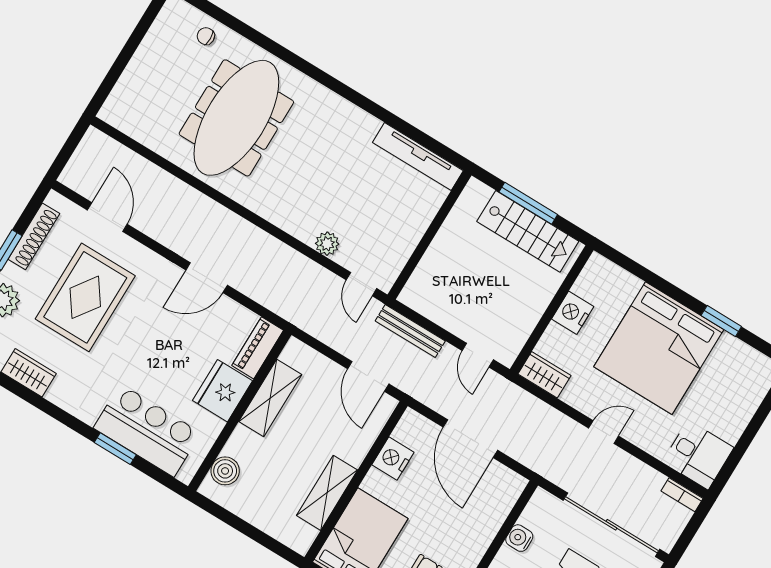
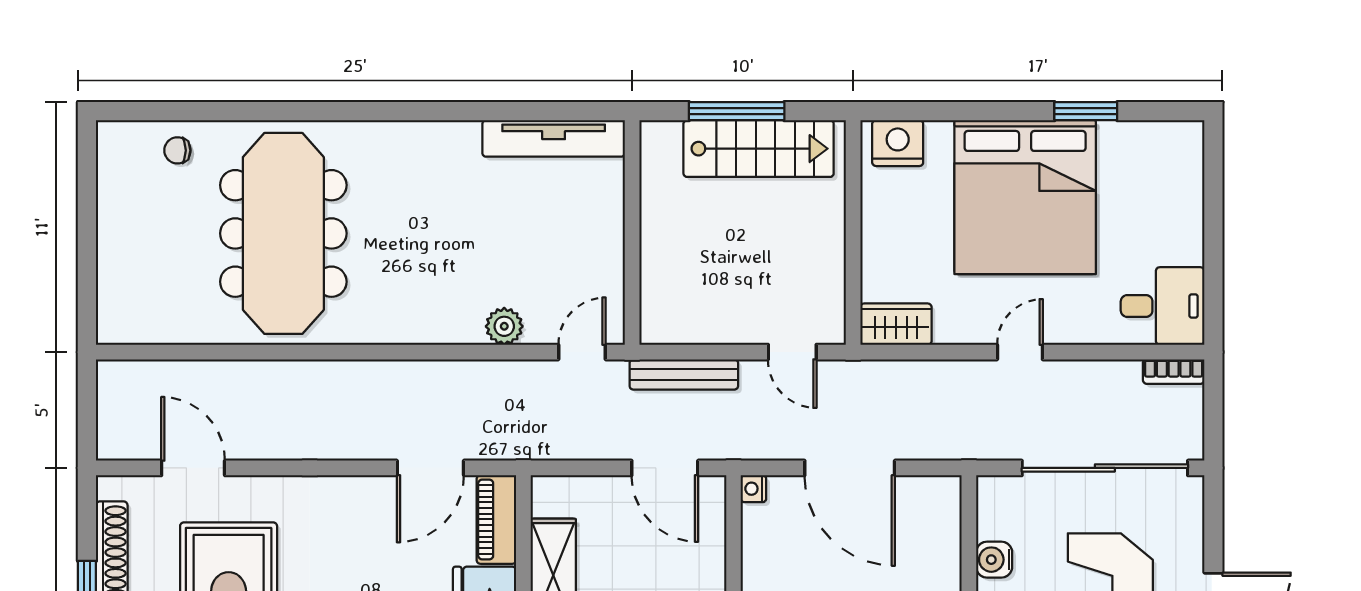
door: (207, 278) -> (430, 468), moved
door: (361, 284) -> (582, 352), swing flipped
nightstand: (573, 313) -> (898, 143), moved, turned 90
nightstand: (393, 459) -> (753, 489), moved, width x0.53, depth x0.56

